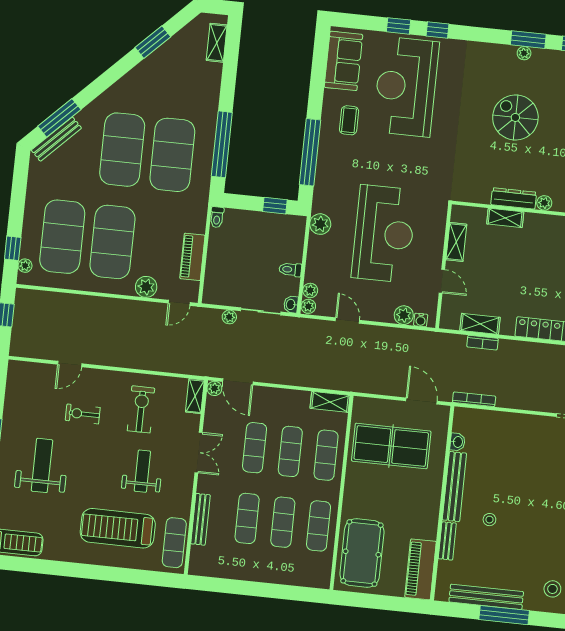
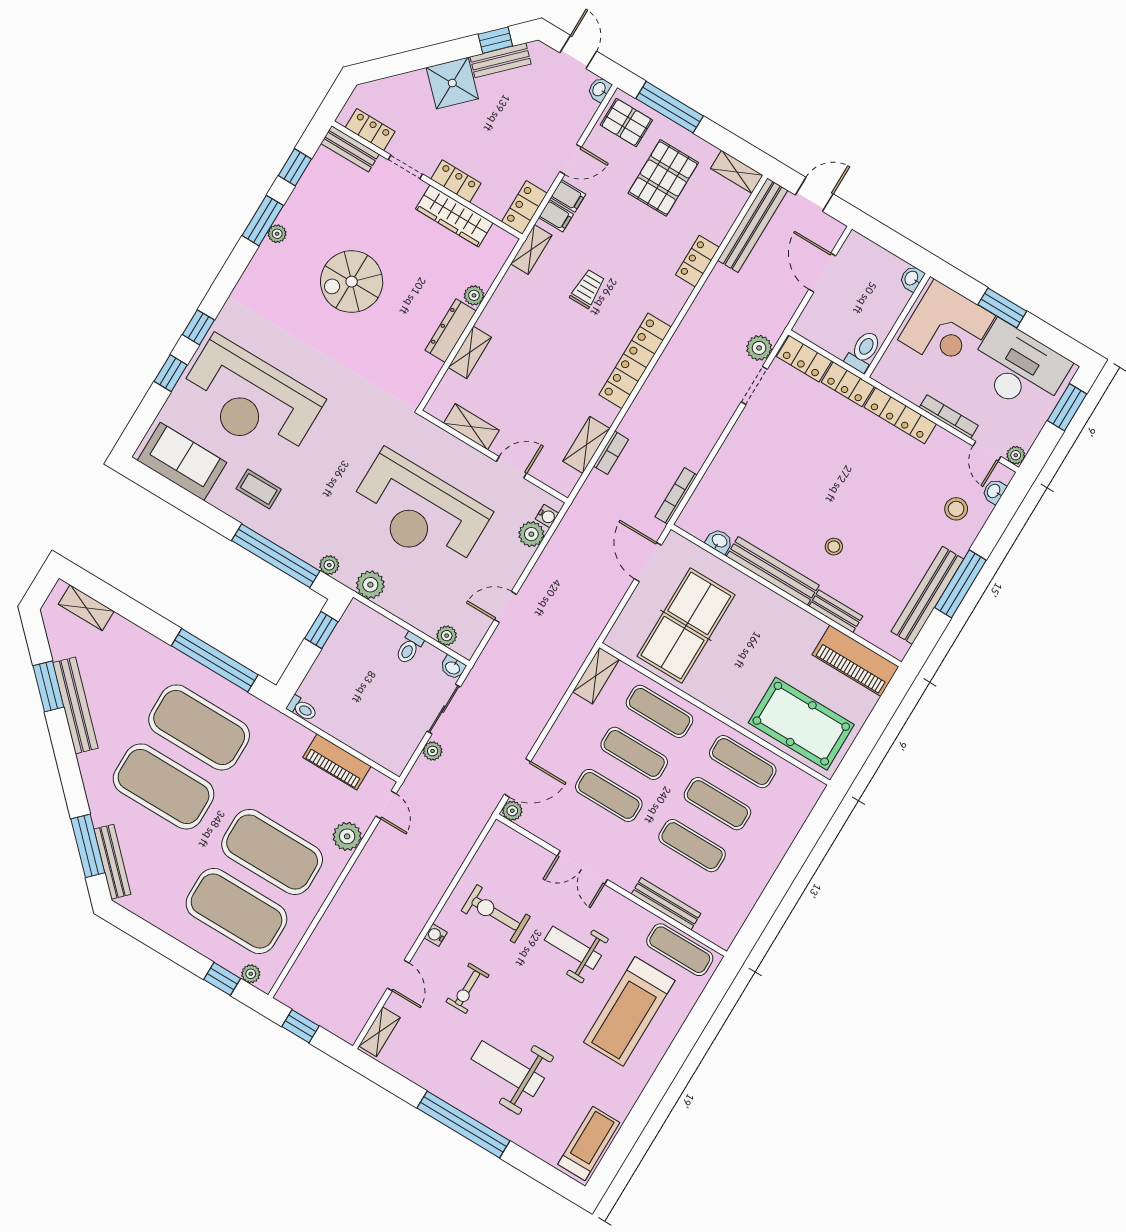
bench: (149, 66) -> (75, 705), added
reception desk: (384, 234) -> (419, 512), turned 180
plant: (308, 306) -> (329, 565), moved
water cooler: (108, 376) -> (436, 935), added
shelving: (195, 396) -> (379, 1032), moved, turned 90
door: (422, 401) -> (648, 562), hinge flipped
double door: (198, 453) -> (582, 868), swing flipped

